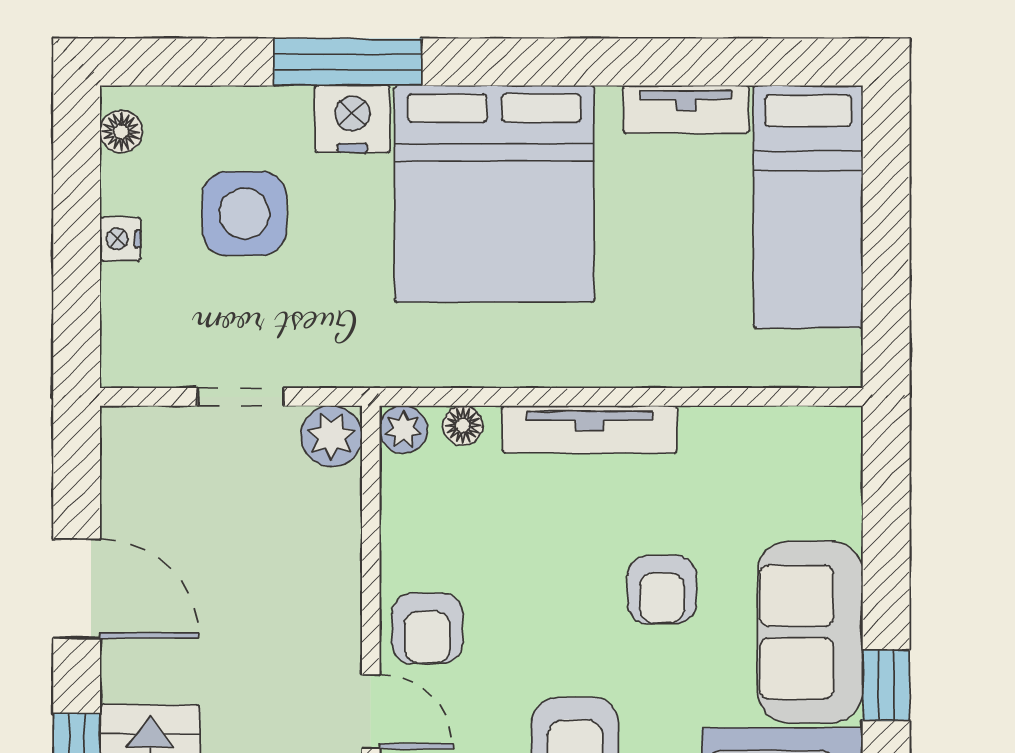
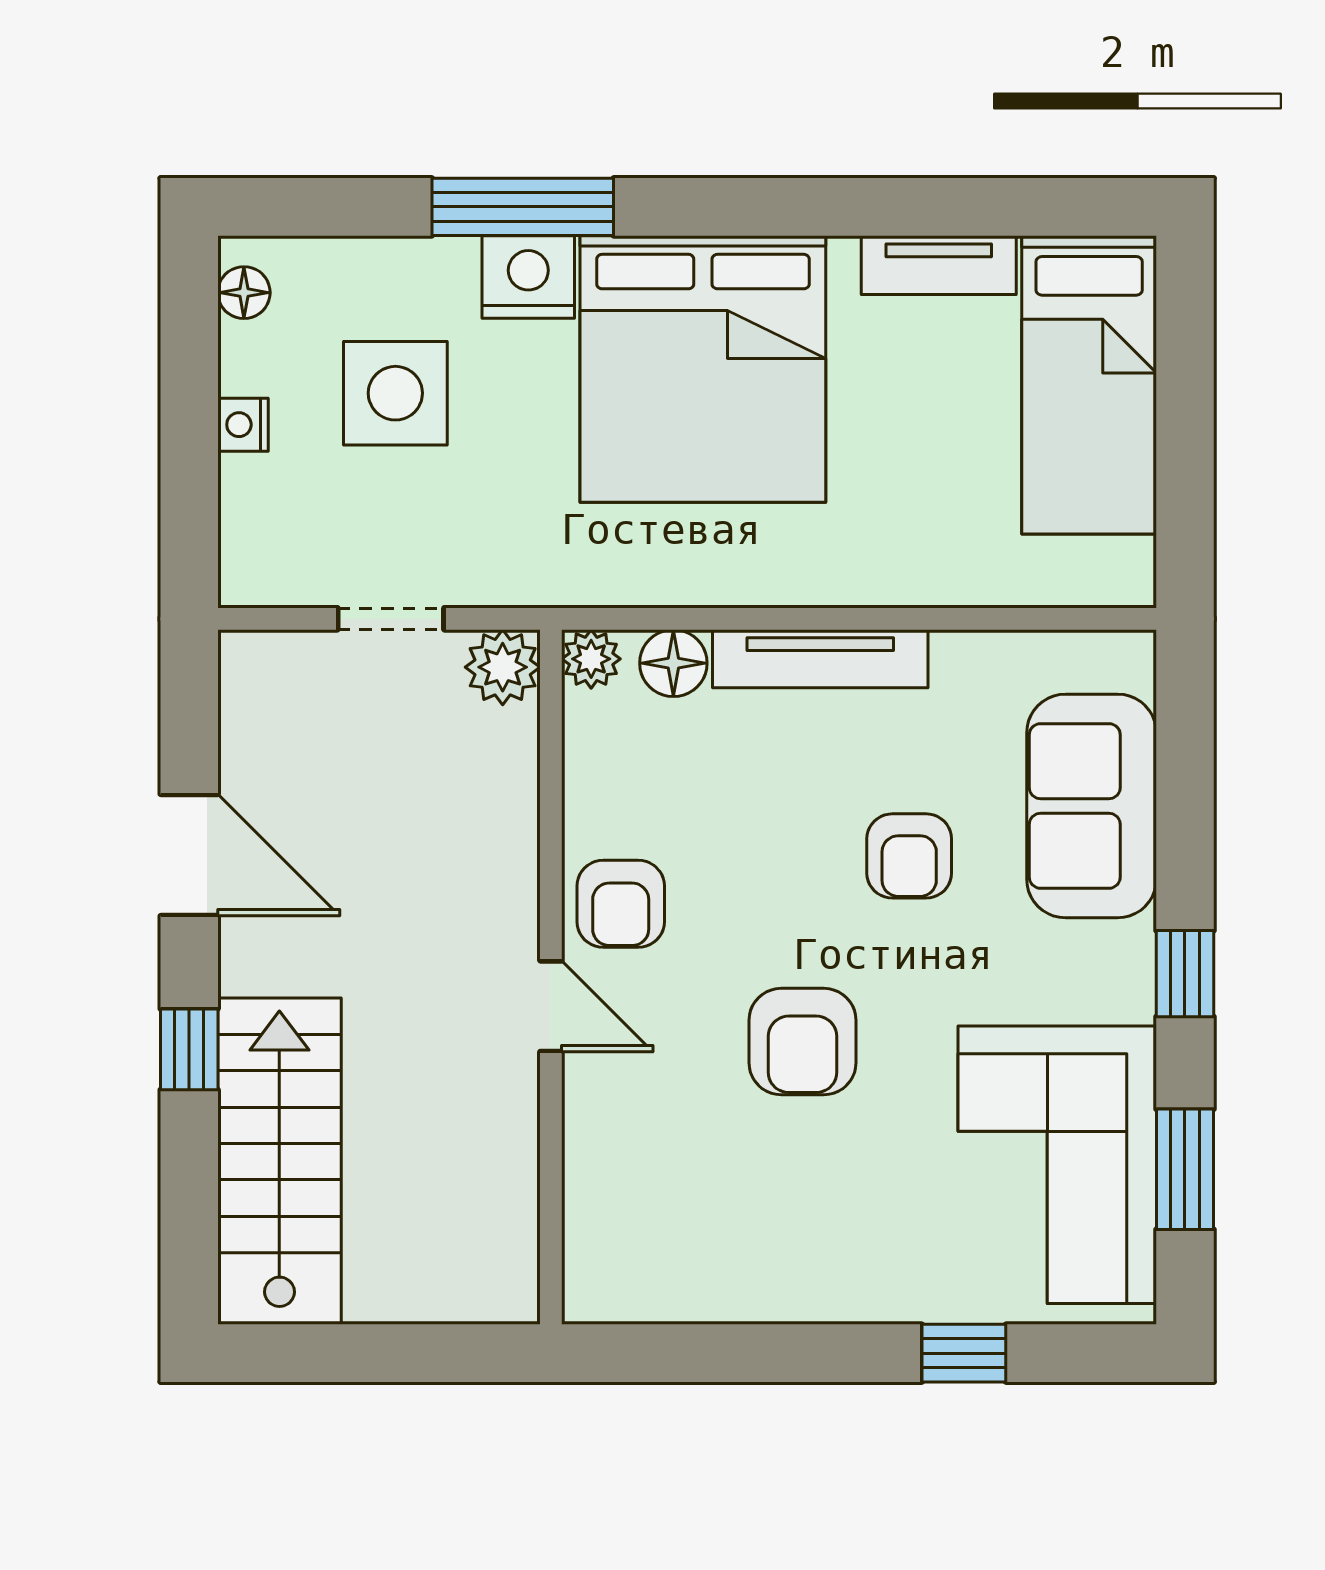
floor lamp: (463, 425) -> (673, 663), width x1.37, depth x1.37
sofa: (810, 632) -> (1092, 806), moved

